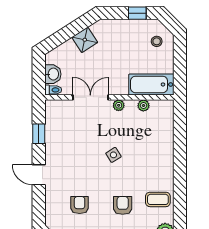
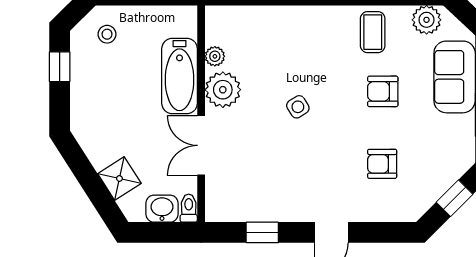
shower: (85, 40) -> (119, 178), moved
bathtub: (151, 84) -> (180, 76), moved
plant: (119, 105) -> (223, 90), width x1.87, depth x1.87

